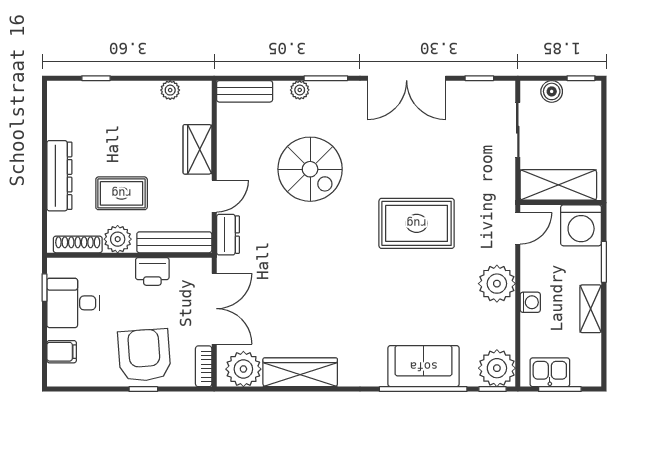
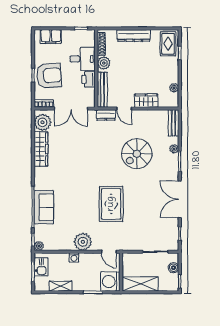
shelving: (558, 185) -> (140, 284), moved, turned 90
rug: (122, 193) -> (168, 44), moved
desk: (73, 303) -> (83, 59), moved, turned 90
shelving: (591, 309) -> (61, 286), moved
filing cabinet: (62, 352) -> (51, 37), width x2.00
plant: (497, 368) -> (39, 246), width x0.53, depth x0.53

